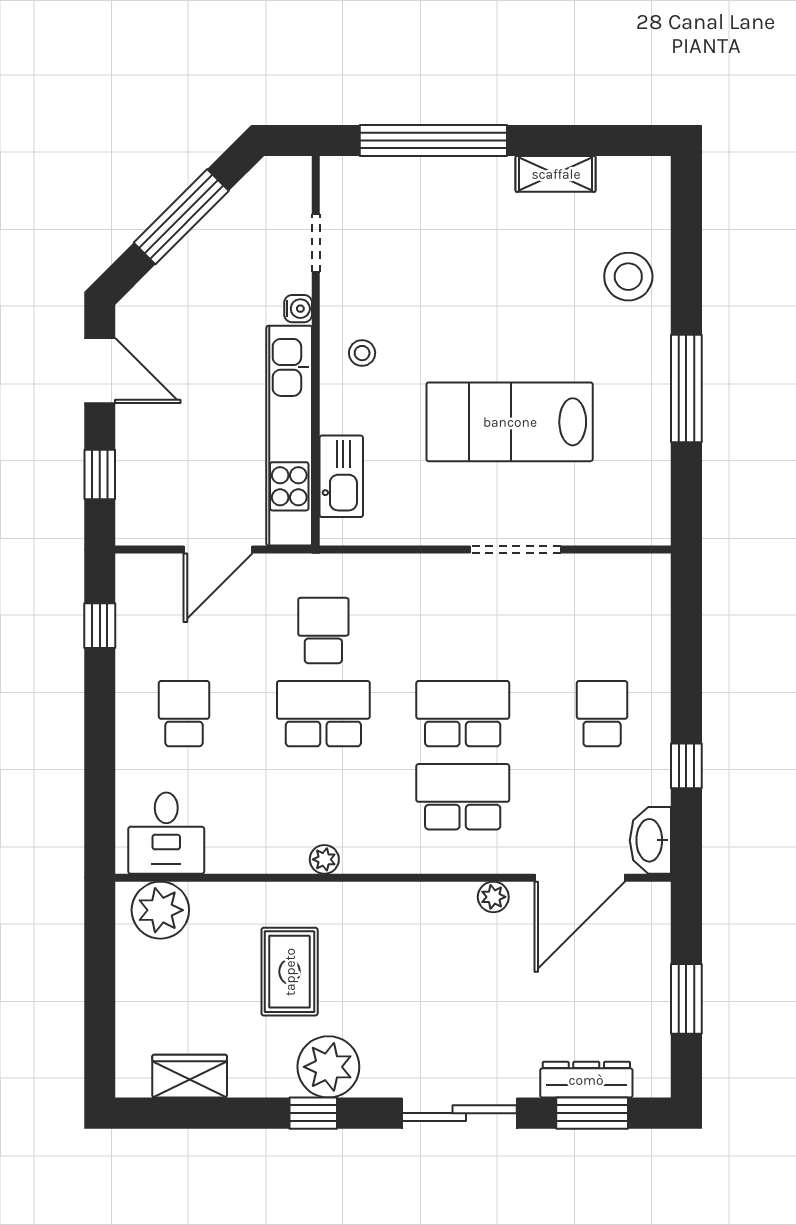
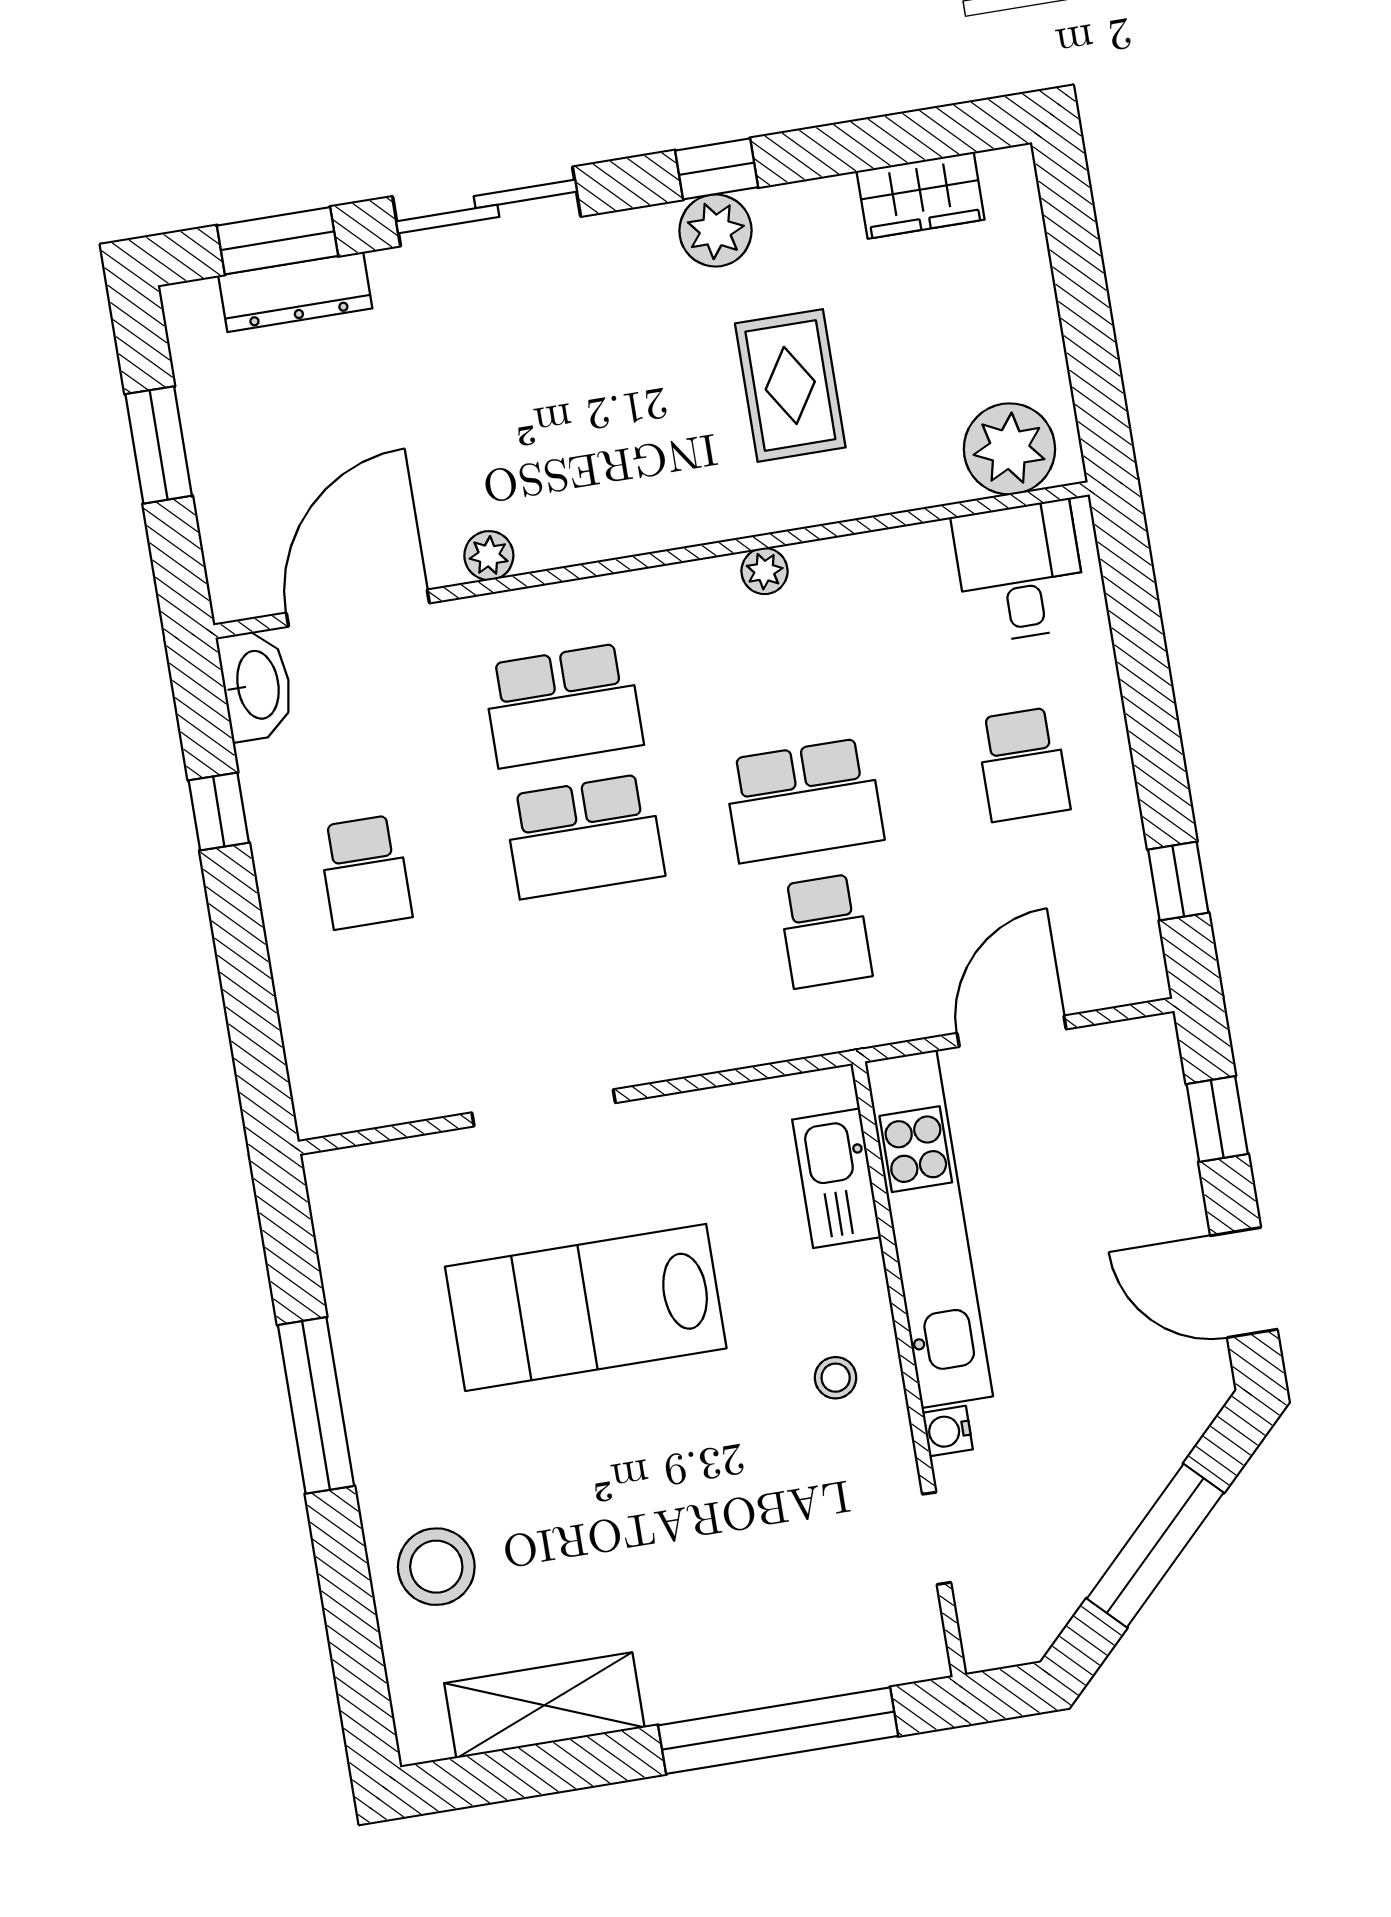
shelving: (556, 174) -> (544, 1705), width x1.50, depth x1.33
lab bench: (510, 422) -> (586, 1307), turned 180
plant: (328, 1067) -> (715, 231), width x0.73, depth x0.73

